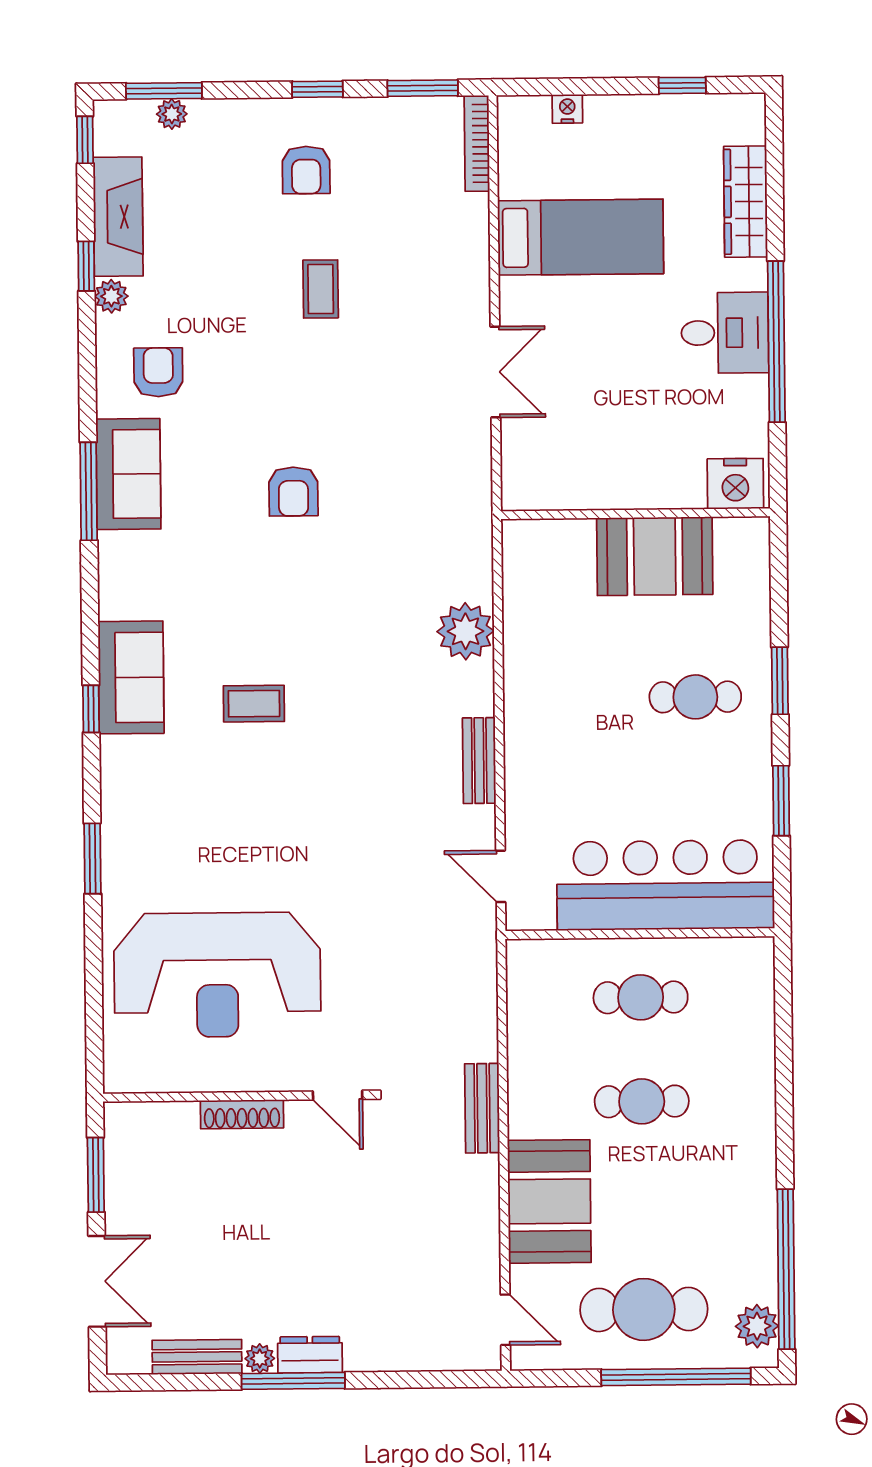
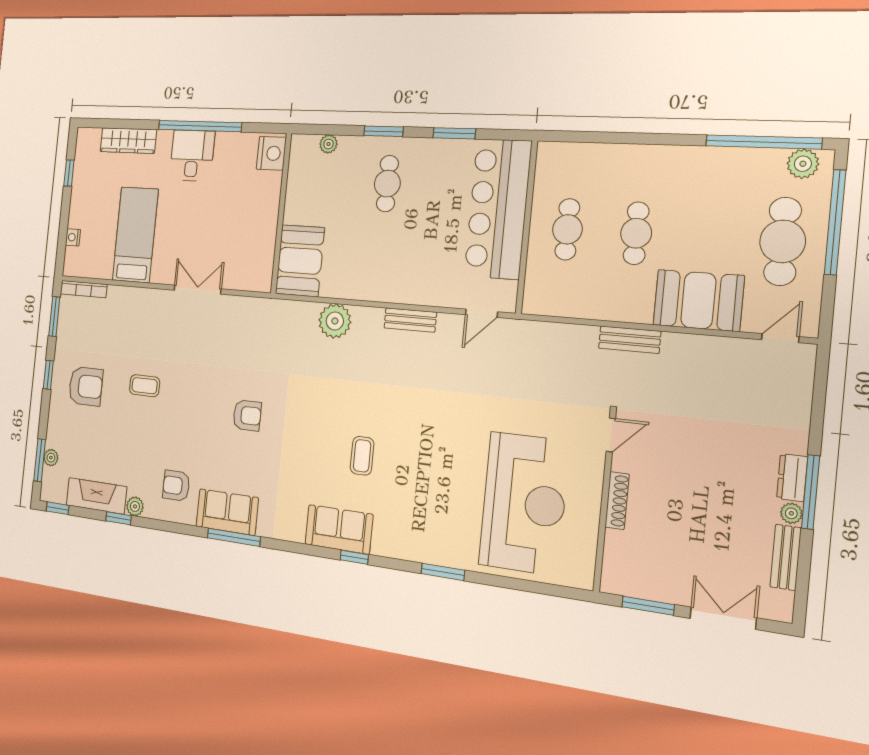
armchair: (306, 170) -> (86, 386), width x1.38, depth x1.38
booth: (655, 556) -> (300, 261), moved
plant: (755, 586) -> (328, 144), added

